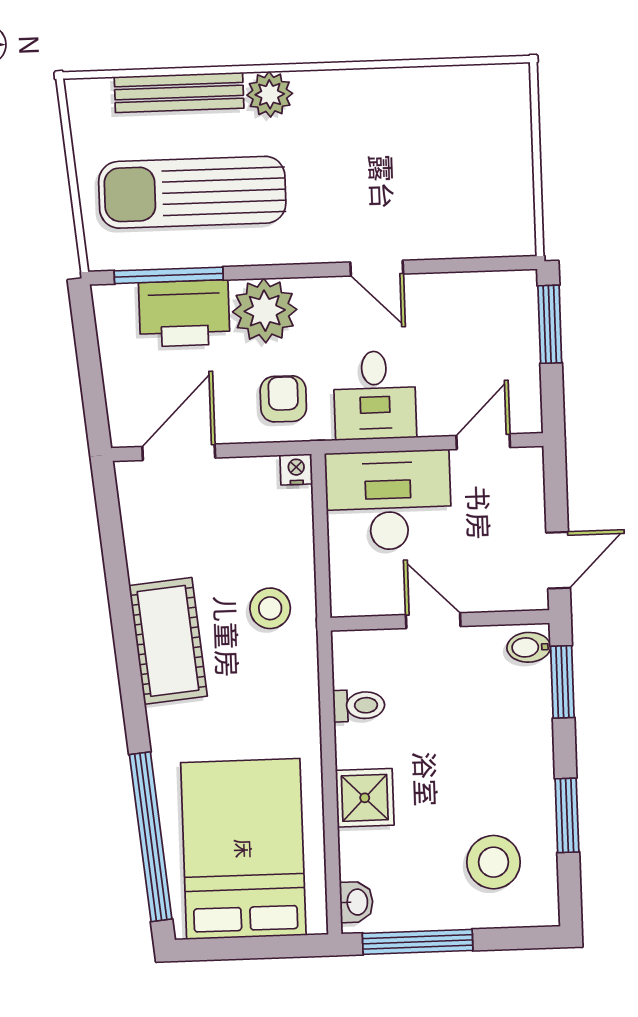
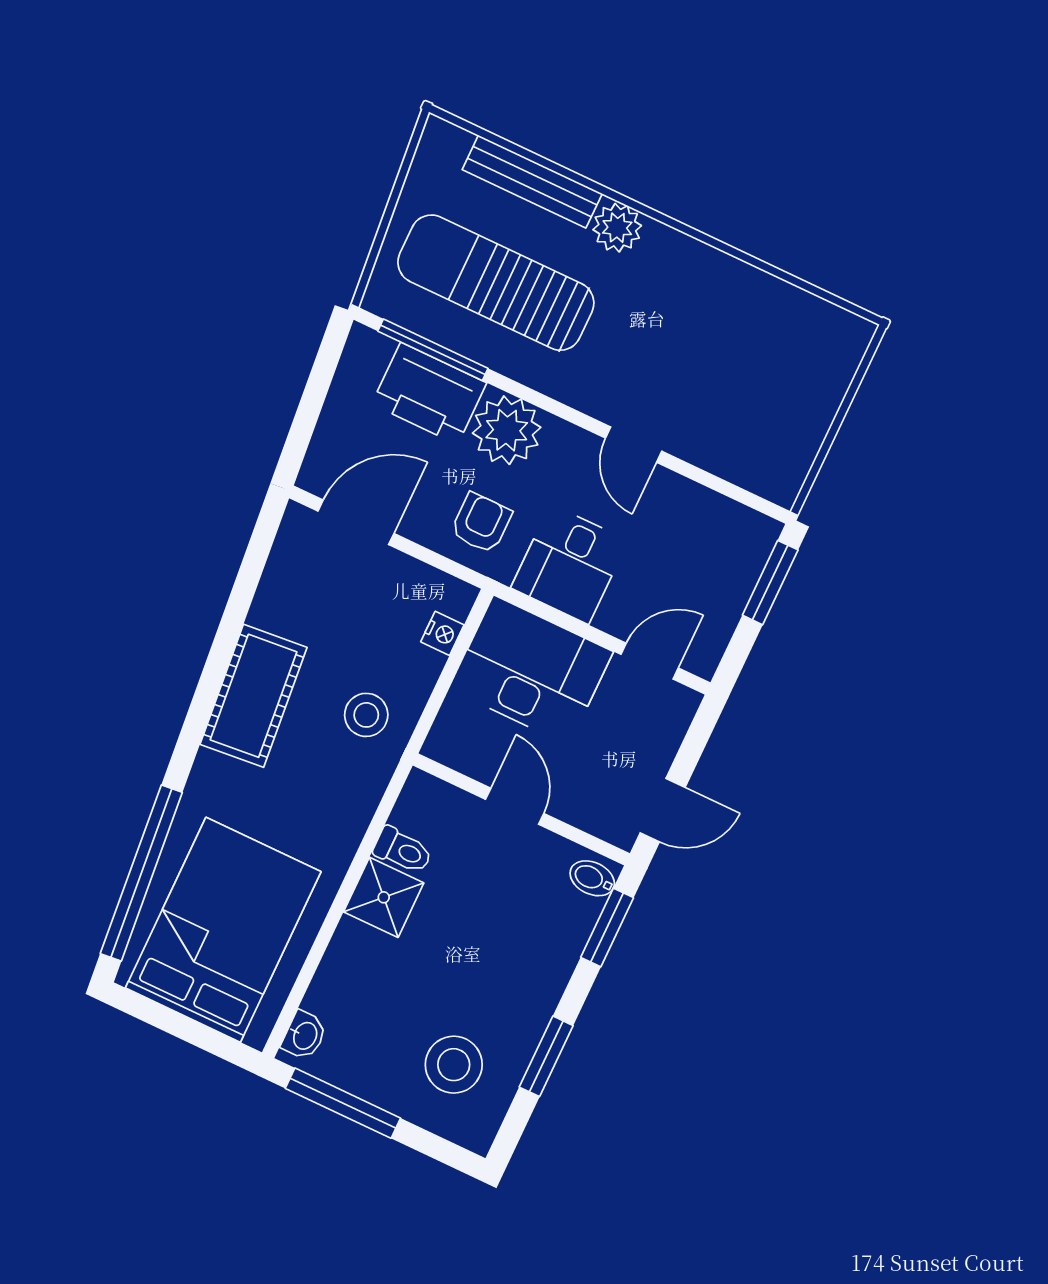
nightstand: (296, 469) -> (442, 633), moved, turned 90
shower: (365, 798) -> (384, 897), moved

